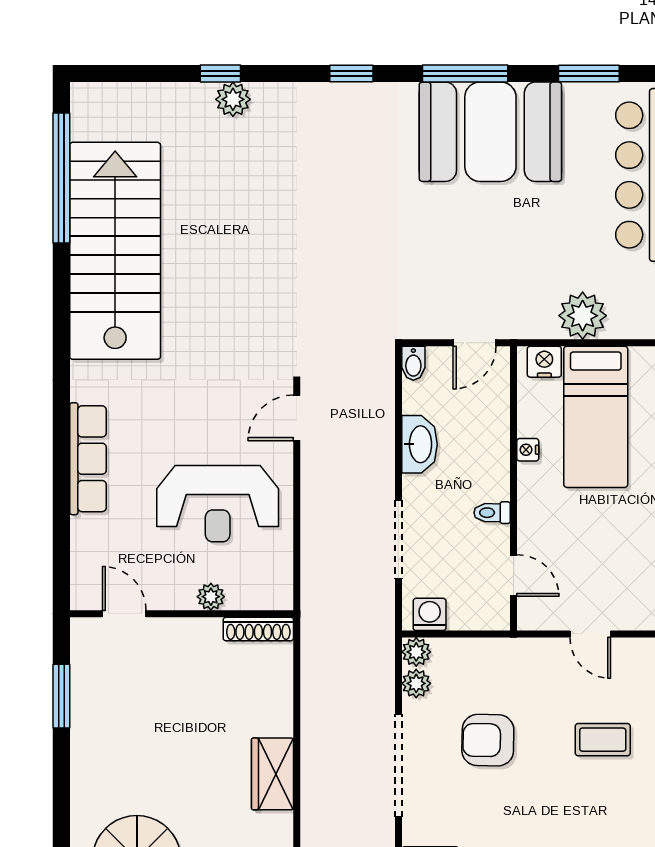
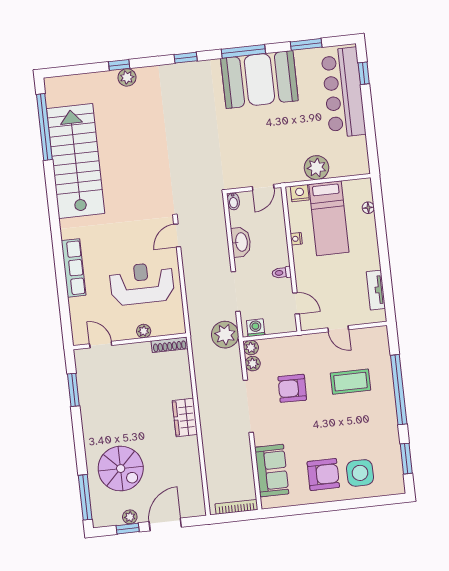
reception desk: (218, 504) -> (142, 284), turned 180
plant: (369, 621) -> (225, 335), added
coffee table: (603, 740) -> (350, 382), width x1.36, depth x1.30

